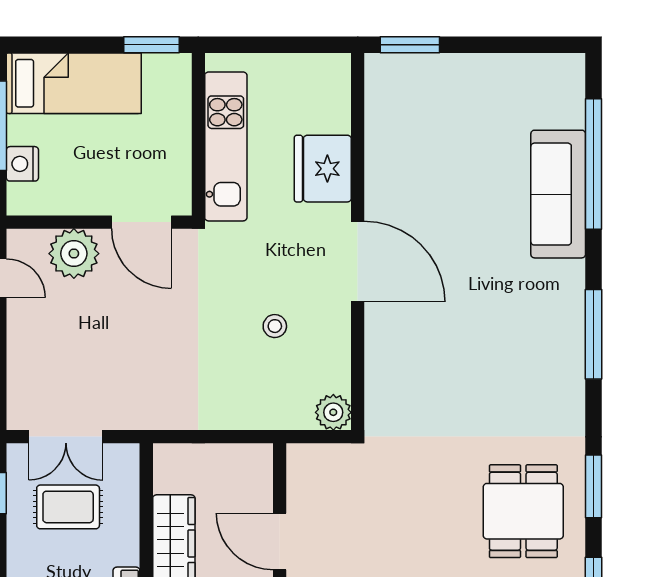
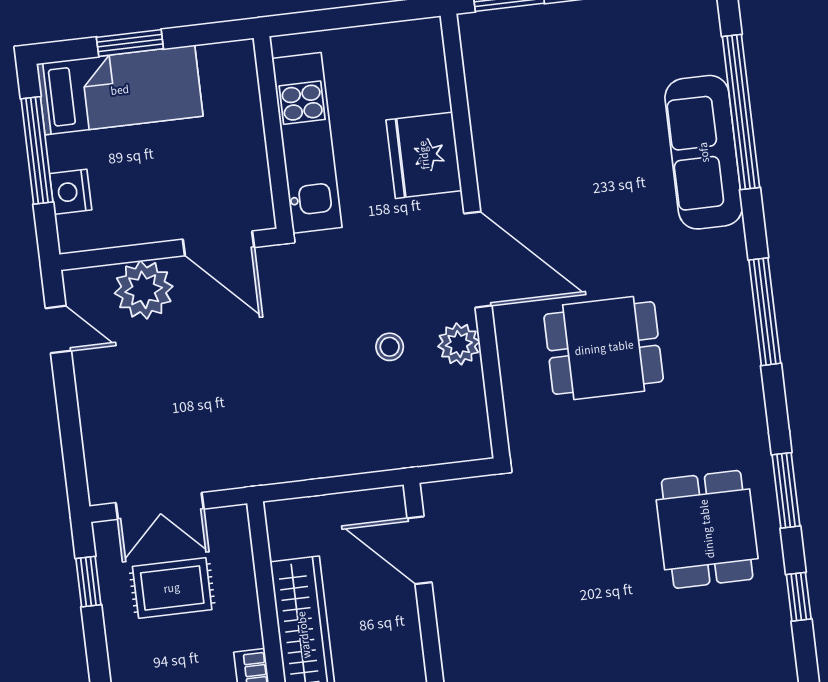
window: (151, 45) -> (130, 43), moved
dining table: (454, 349) -> (604, 348), added
plant: (333, 412) -> (459, 344), moved
door: (280, 541) -> (420, 550), moved

